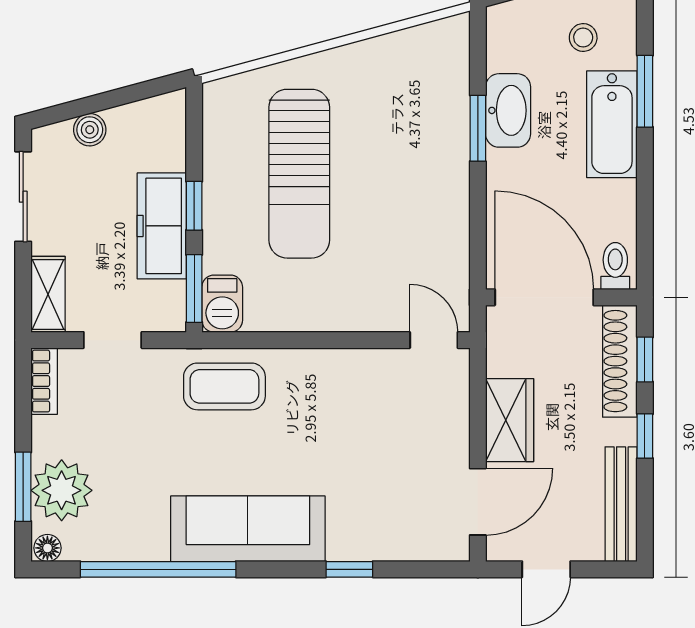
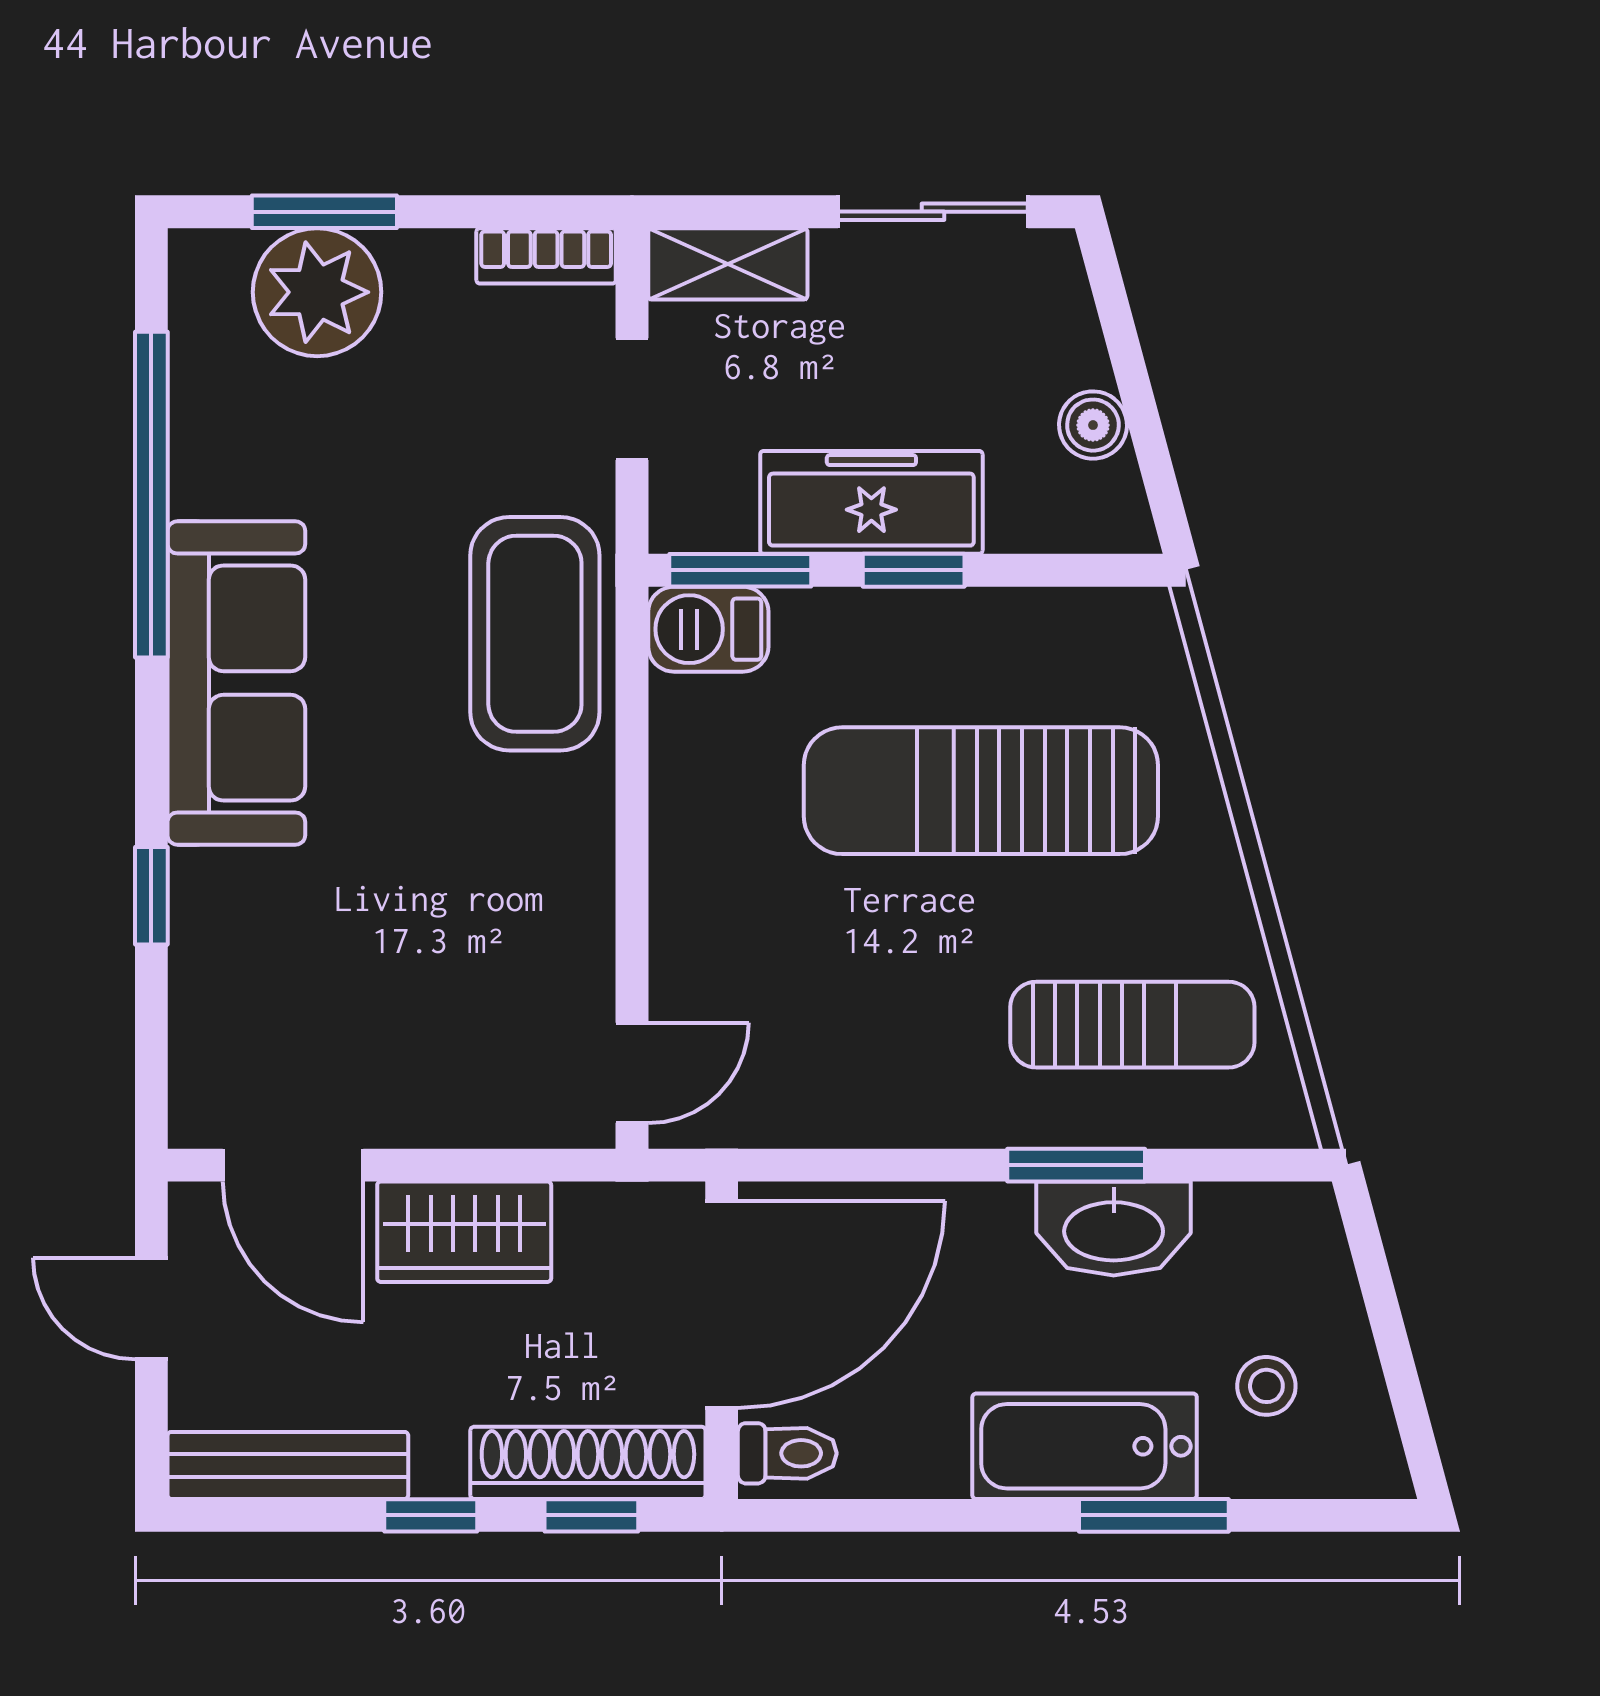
sun lounger: (411, 101) -> (1132, 1025), added
boiler: (90, 130) -> (1093, 425), moved
coffee table: (224, 386) -> (535, 634), width x1.36, depth x1.32
floor lamp: (47, 548) -> (196, 263), removed

